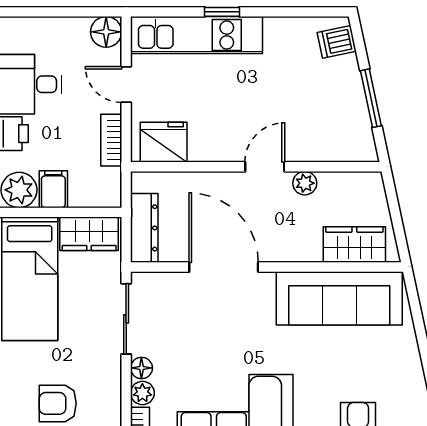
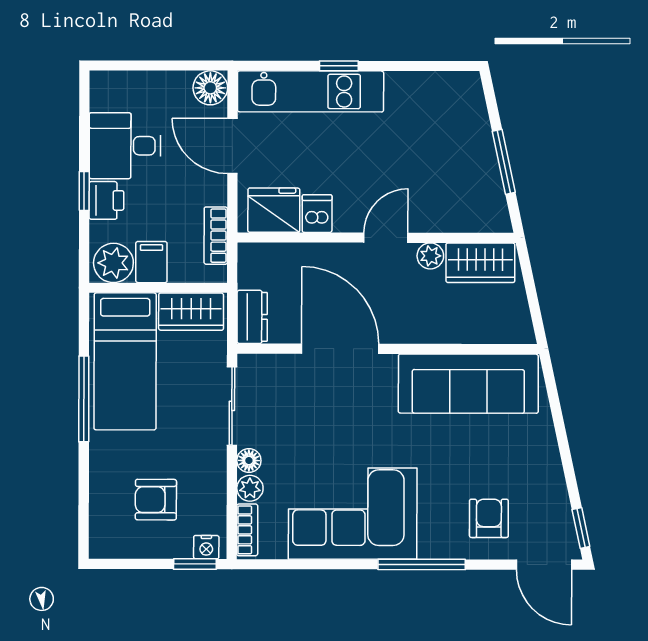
dishwasher: (337, 42) -> (317, 214), moved, turned 102
door: (126, 84) -> (232, 146), width x1.38
bookcase: (111, 140) -> (216, 236), moved
dresser: (144, 228) -> (252, 317), width x0.70
wardrobe: (354, 245) -> (480, 263), moved, turned 180

